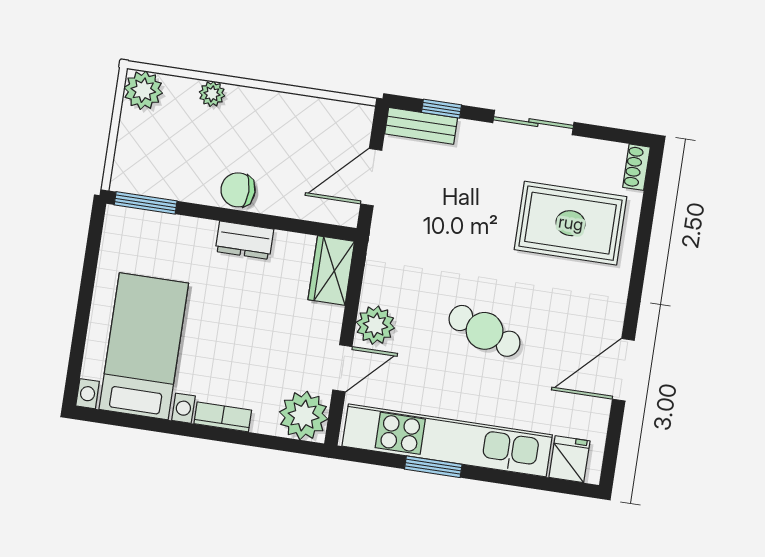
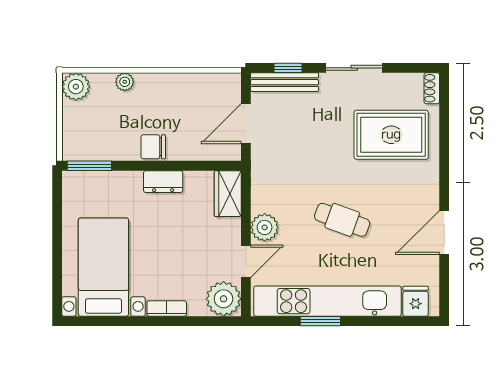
bench: (421, 126) -> (285, 82), width x1.36

